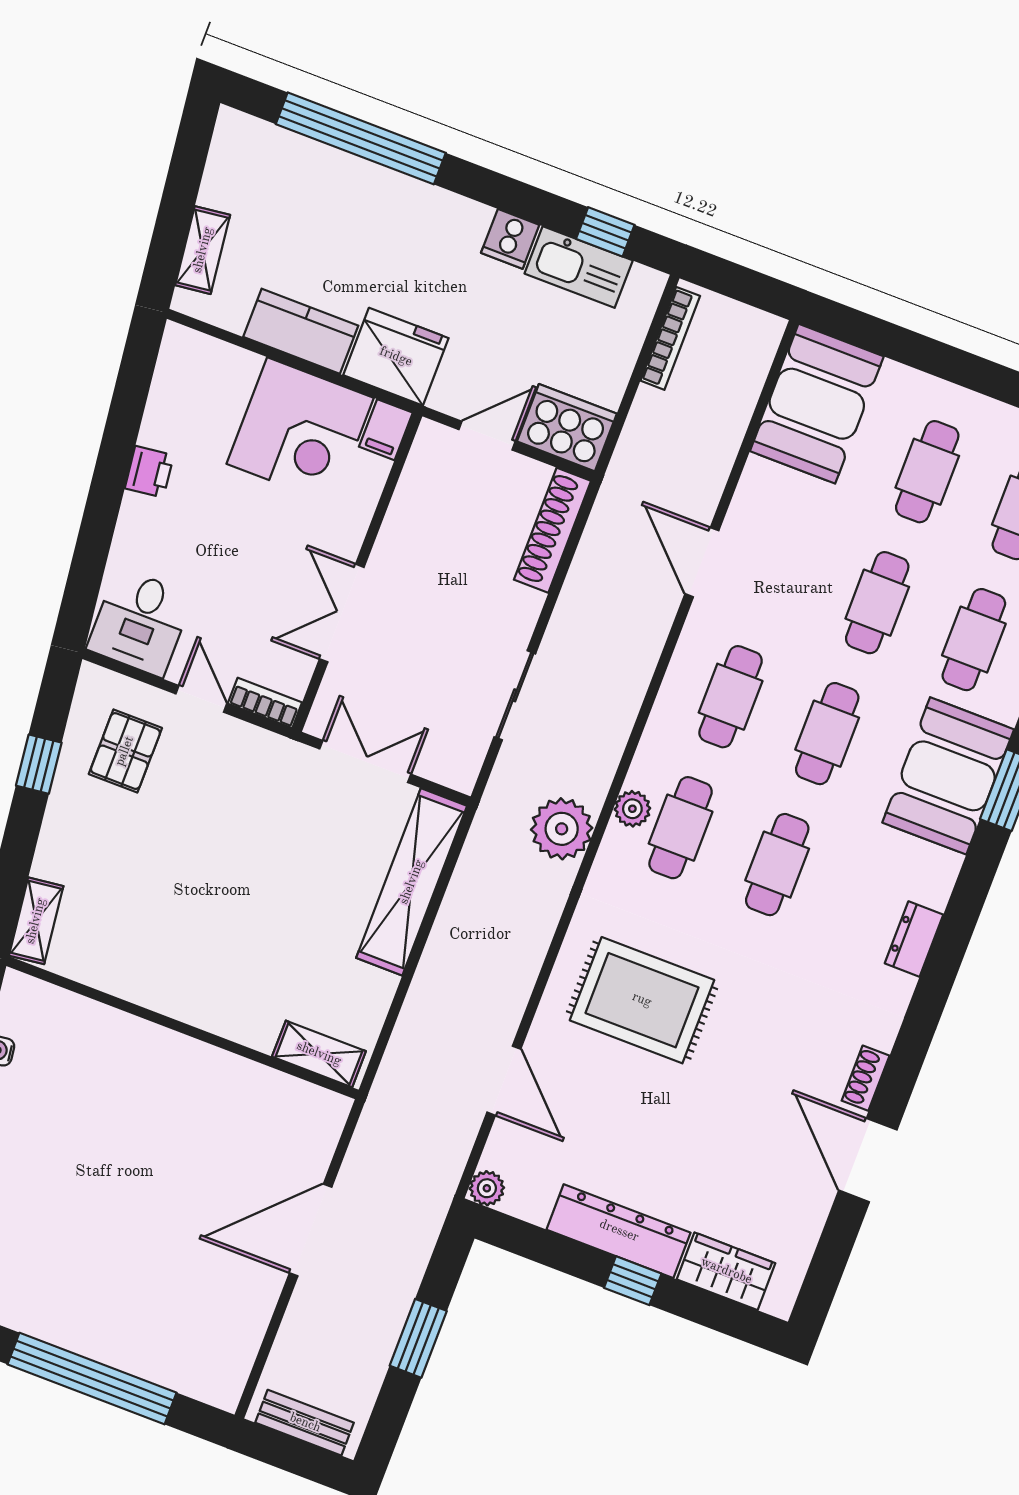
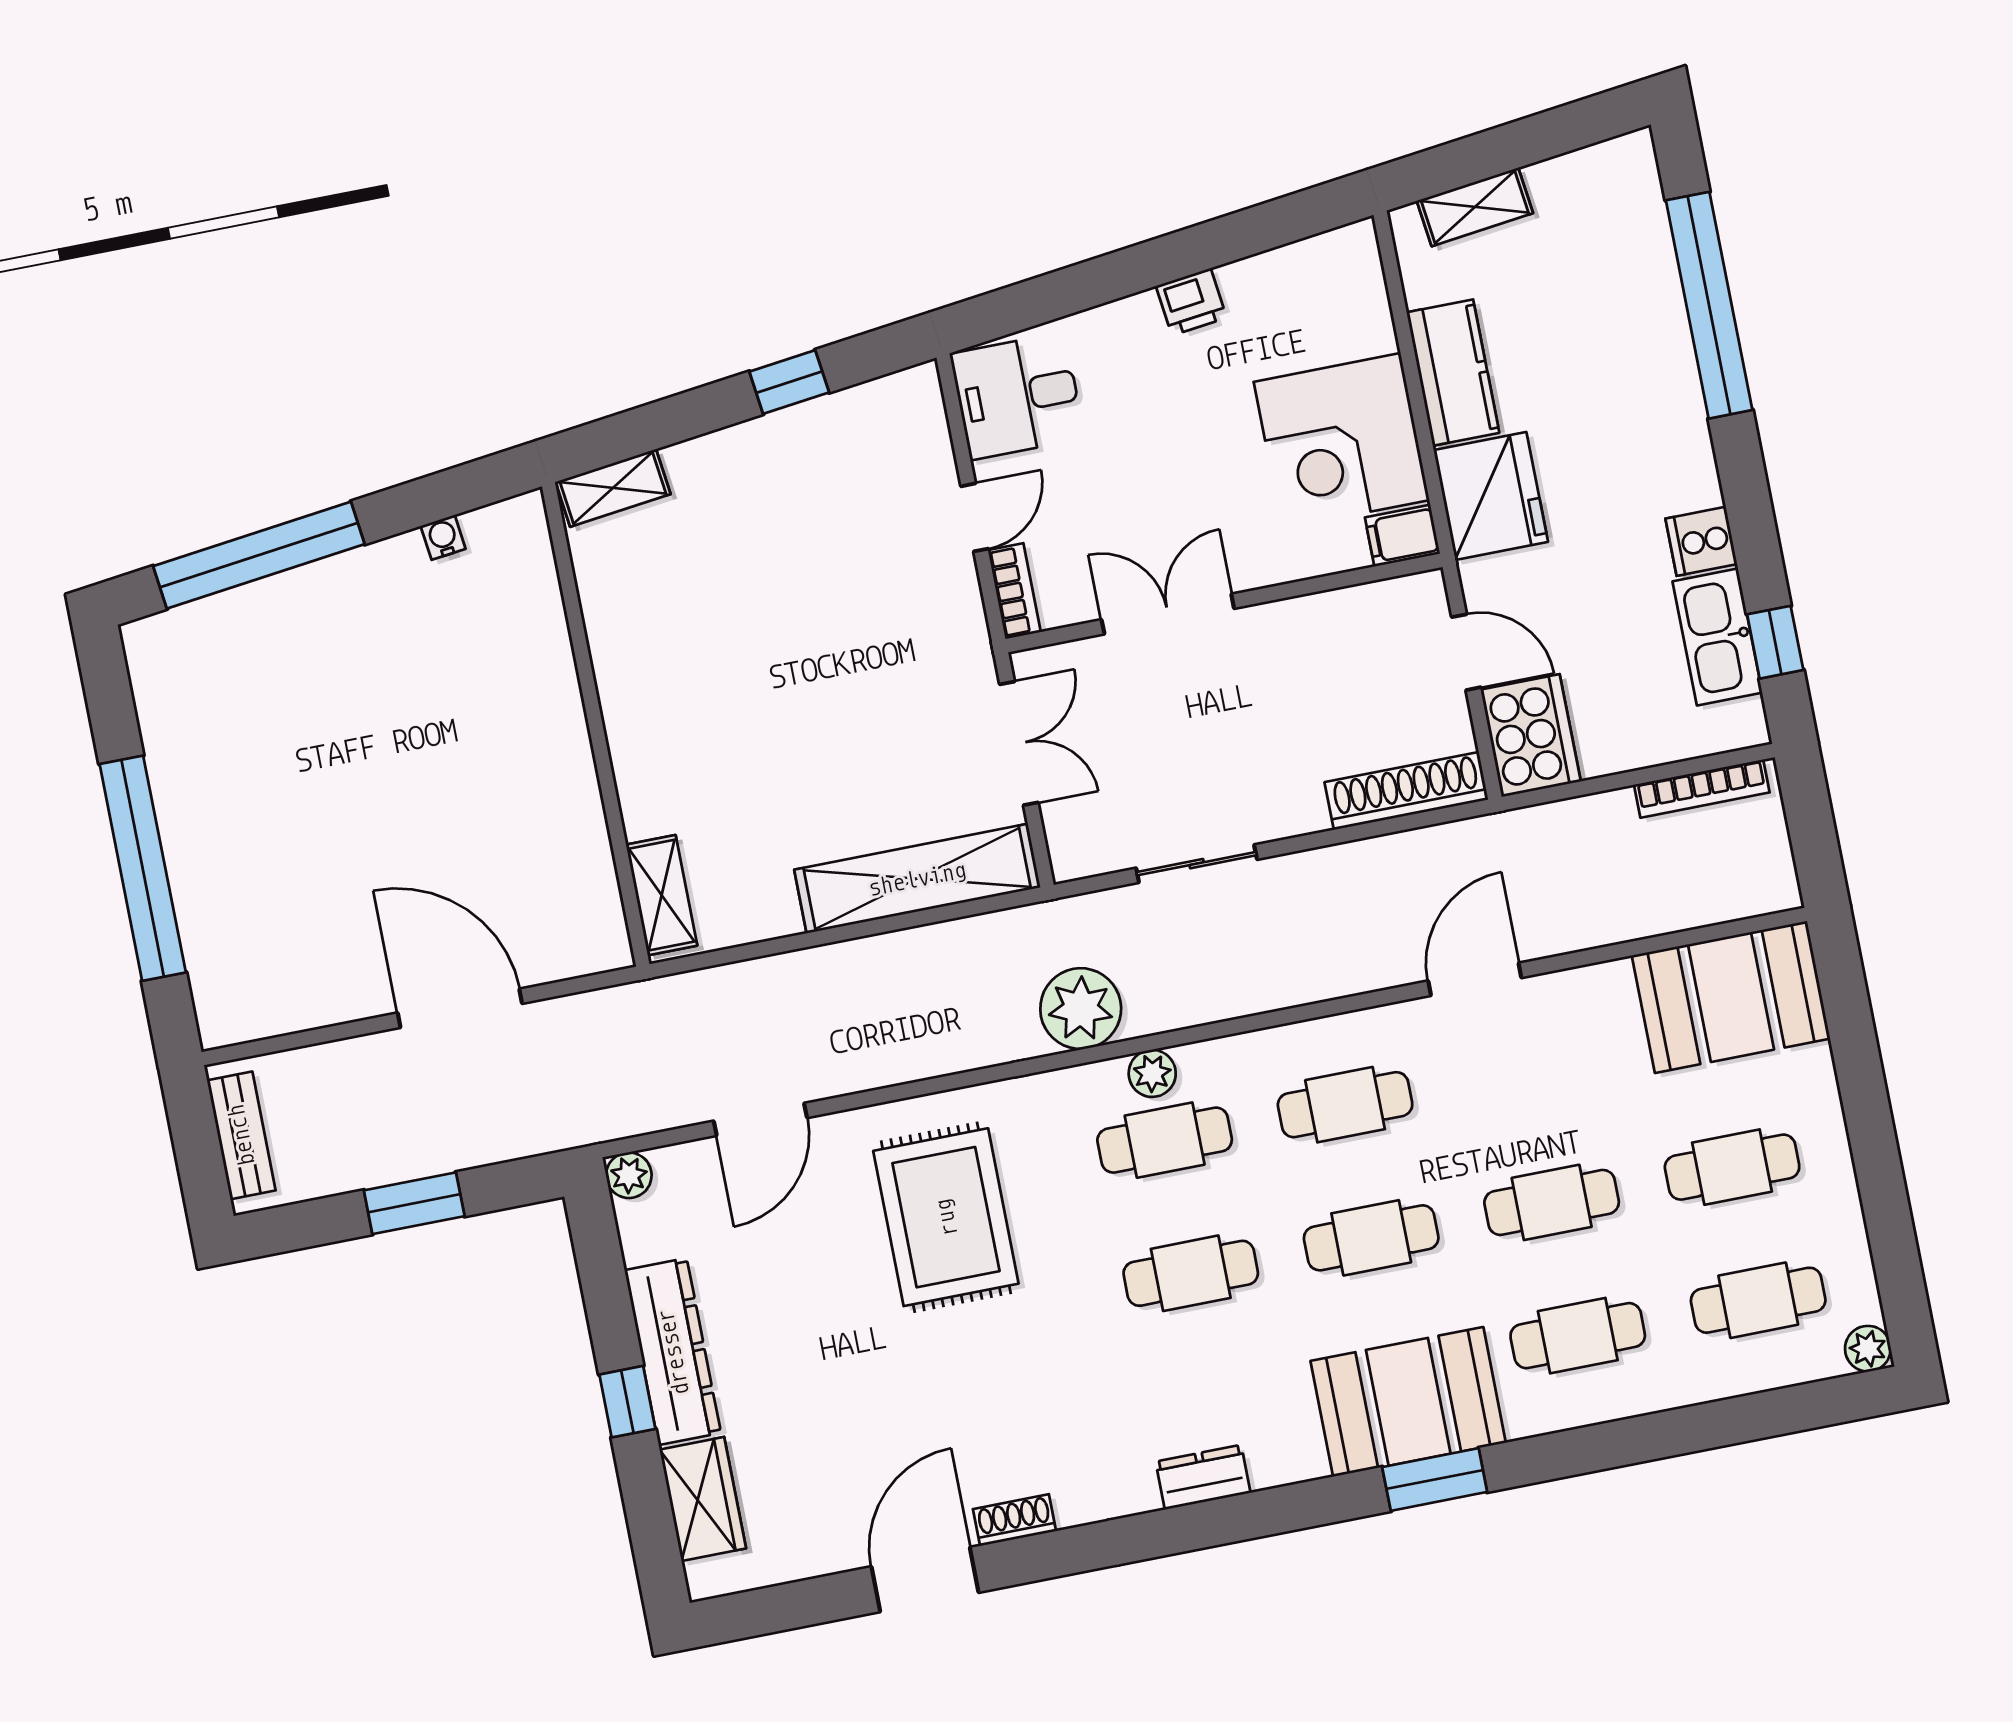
pallet: (125, 751) -> (864, 469), removed

